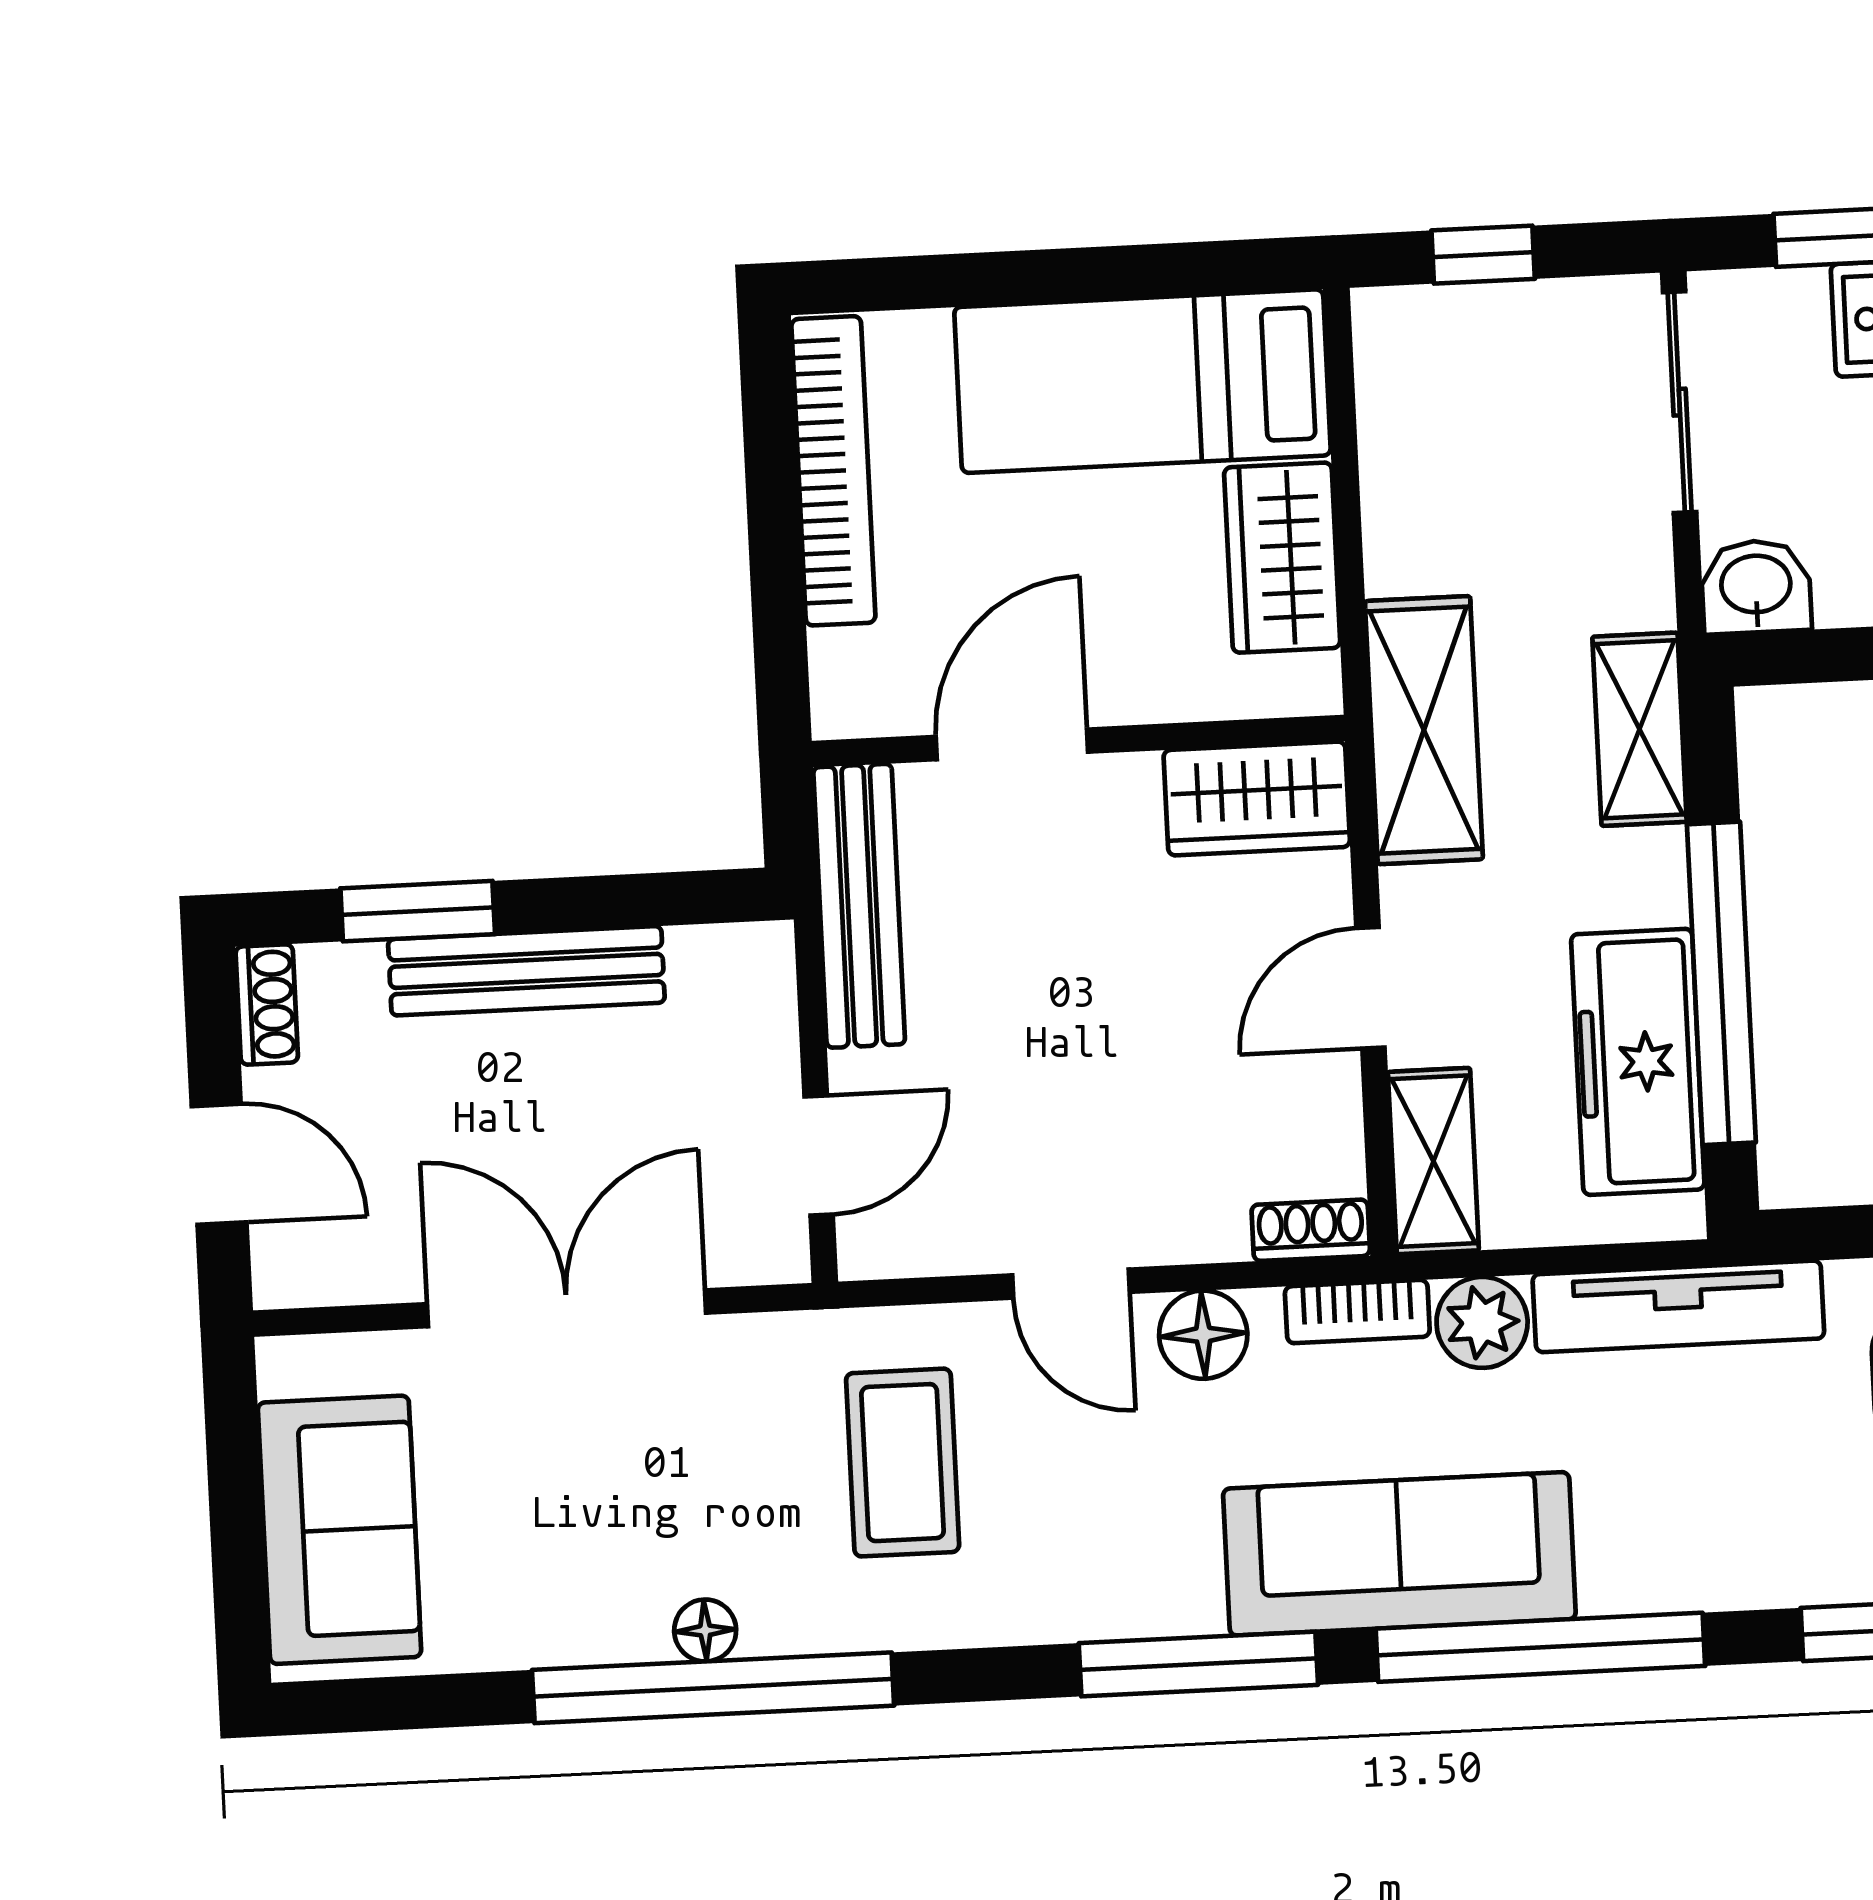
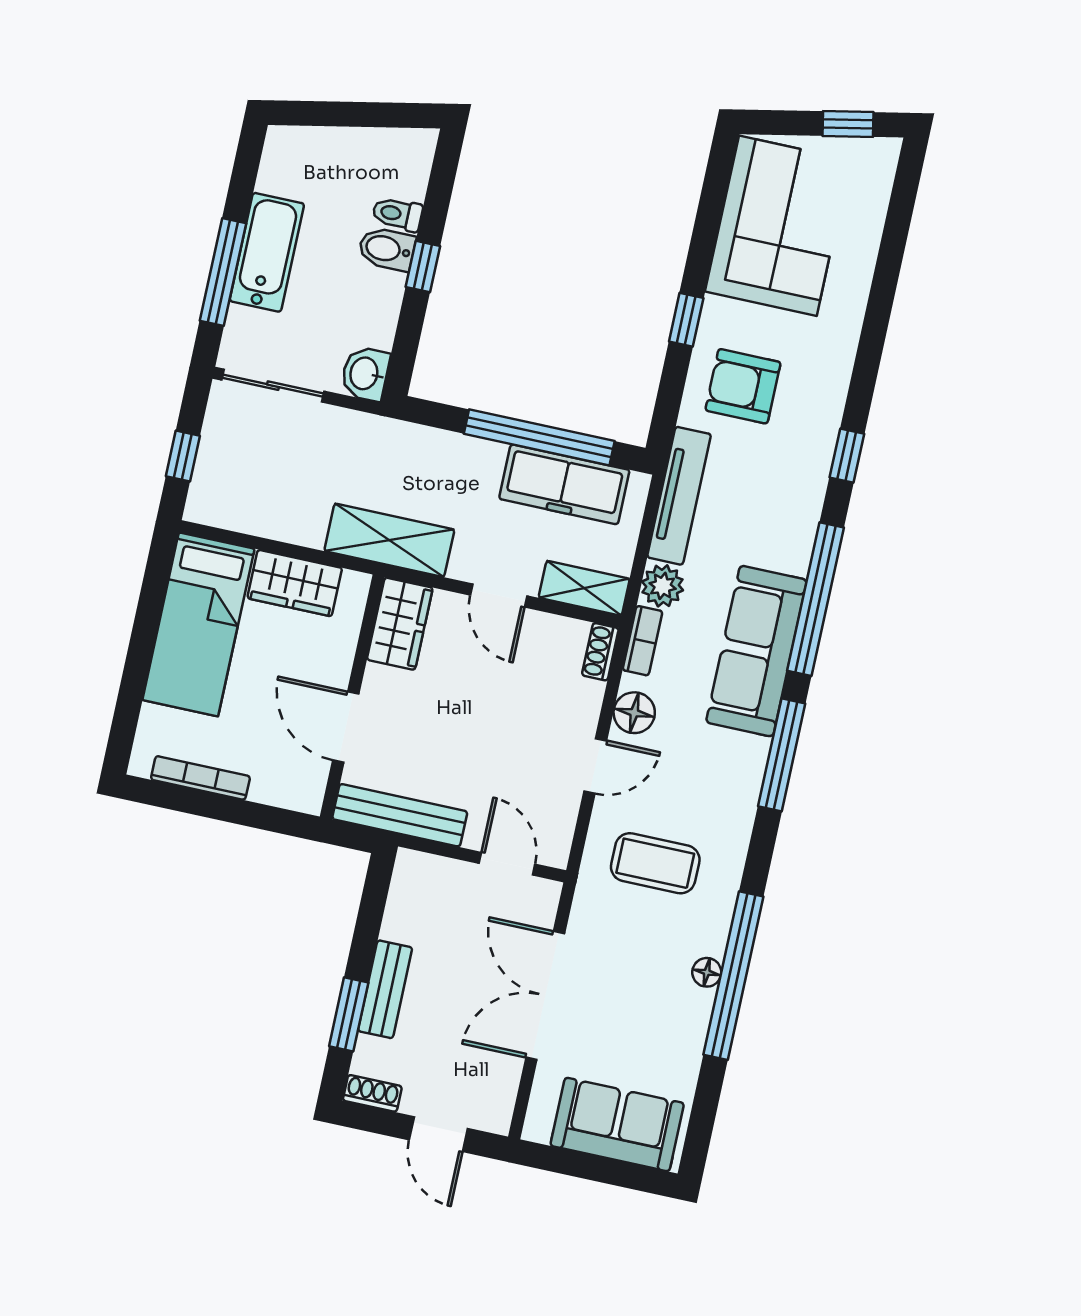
bookcase: (833, 471) -> (200, 778), width x0.68, depth x0.76
shelving: (1640, 729) -> (415, 443), removed
bench: (526, 971) -> (385, 989), width x0.73
door: (219, 1164) -> (438, 1134), swing flipped

